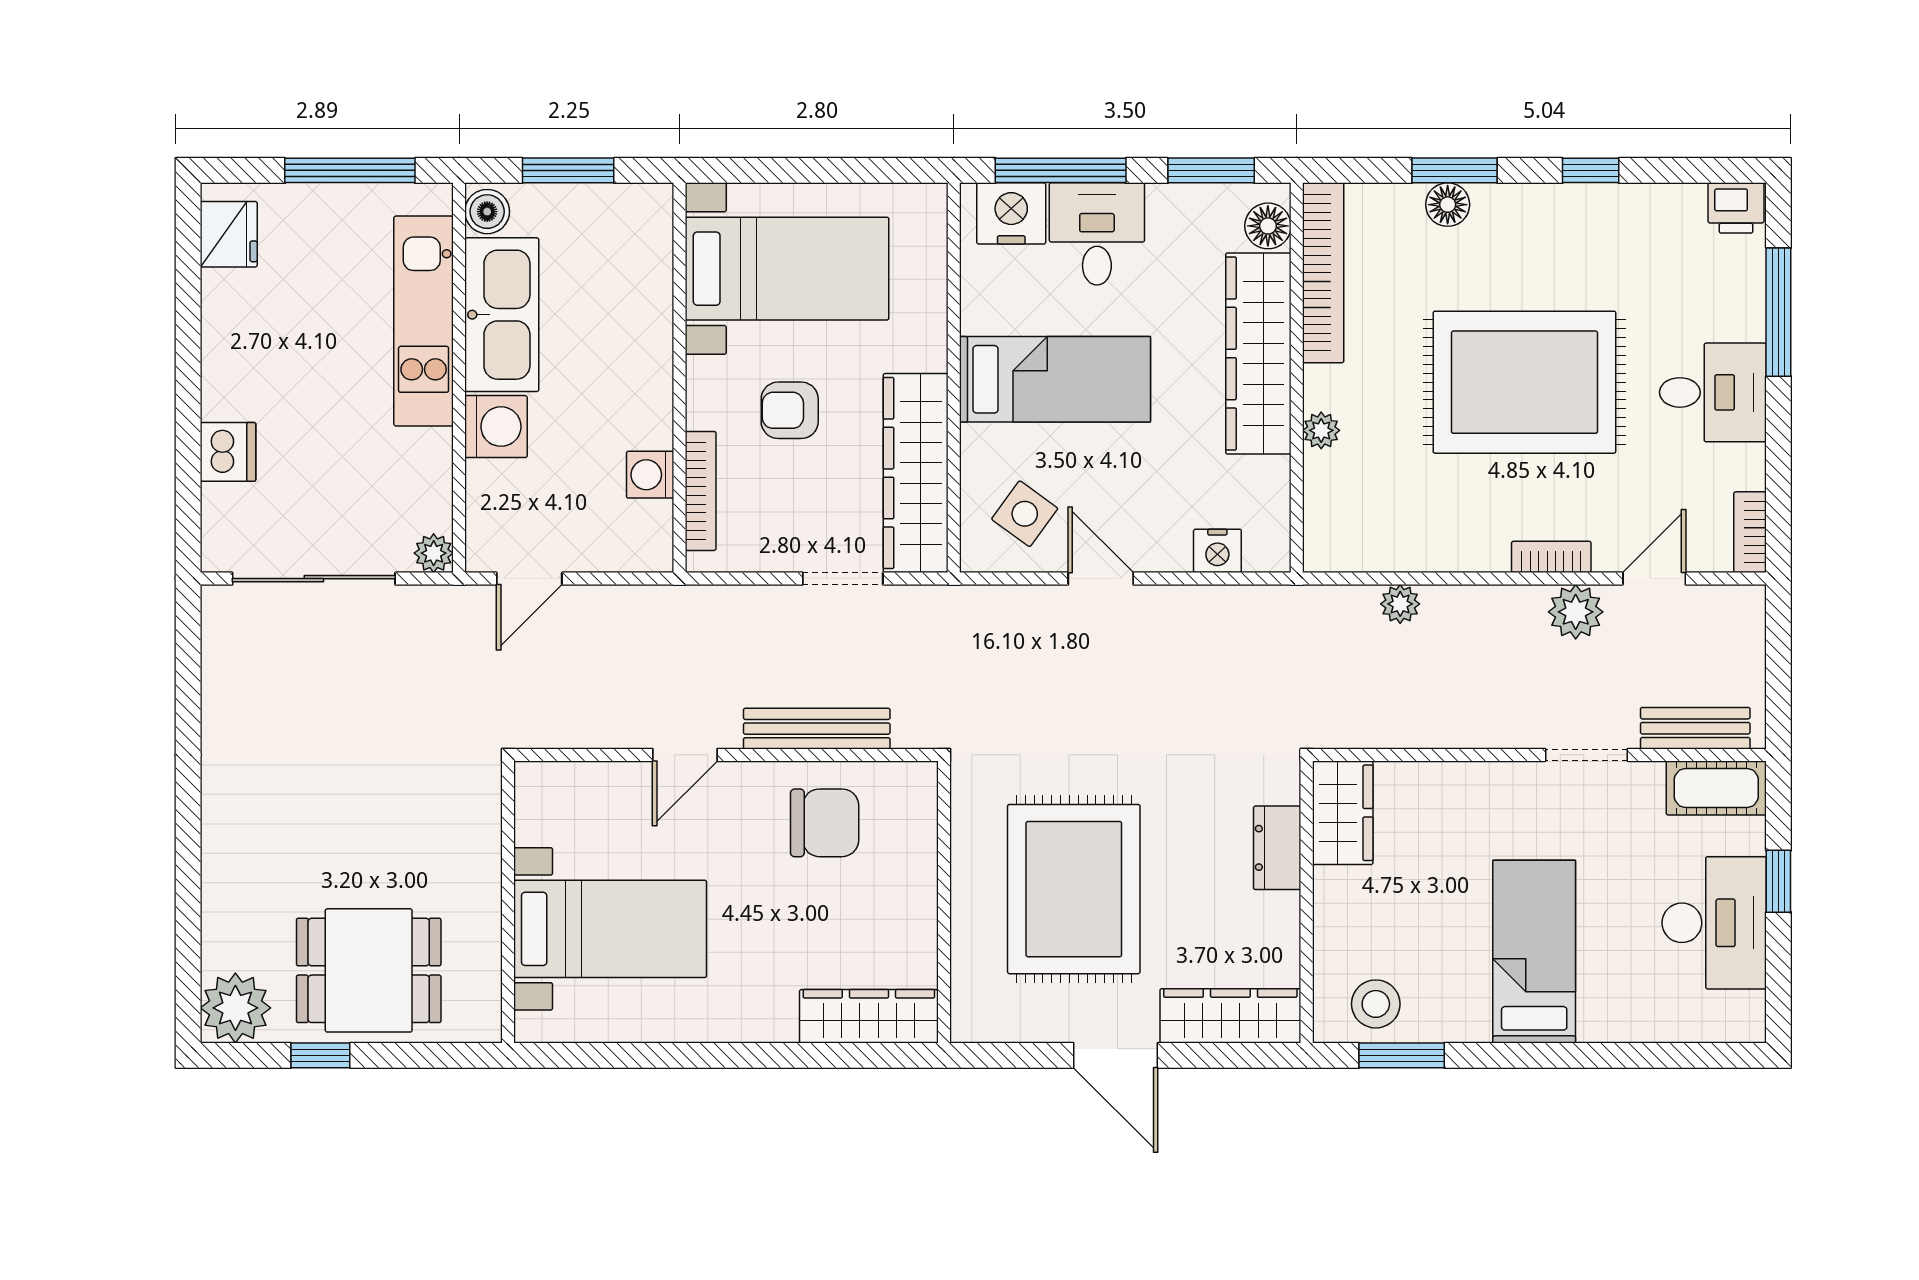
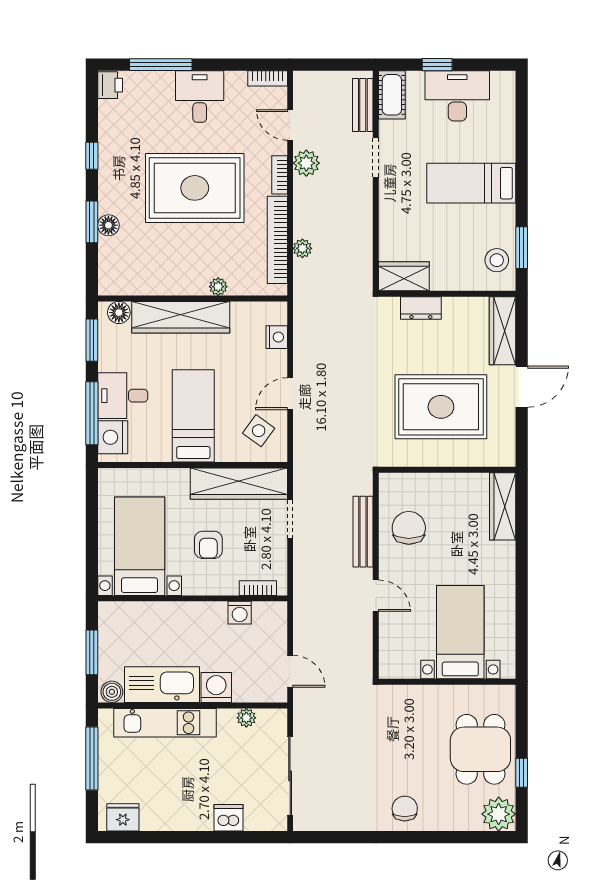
bookcase: (1323, 273) -> (277, 240), moved, turned -90
rug: (1524, 382) -> (195, 188), turned 90
bookcase: (701, 491) -> (258, 588), width x0.64
plant: (434, 553) -> (246, 718), moved
chair: (247, 814) -> (405, 809), added

